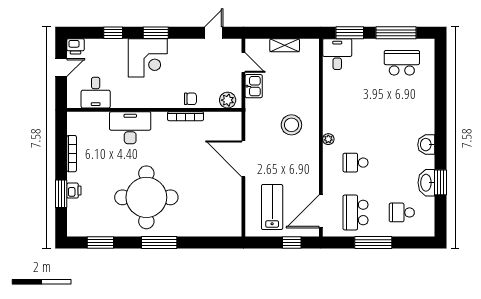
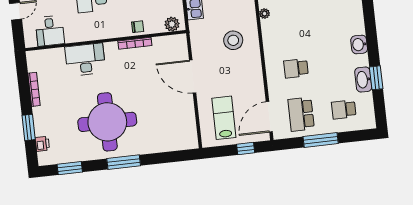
plant: (328, 139) -> (264, 14), moved
printer: (74, 191) -> (42, 144), moved

